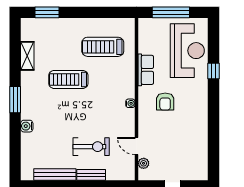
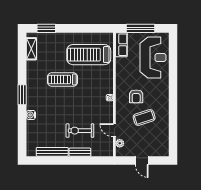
treadmill: (103, 47) -> (89, 55), width x1.37, depth x1.38
shelving: (27, 56) -> (31, 49), moved
row of seats: (146, 70) -> (121, 45), moved
window: (214, 71) -> (173, 73), removed
coffee table: (176, 129) -> (144, 118), added
exercise bike: (91, 147) -> (80, 131), turned 180

